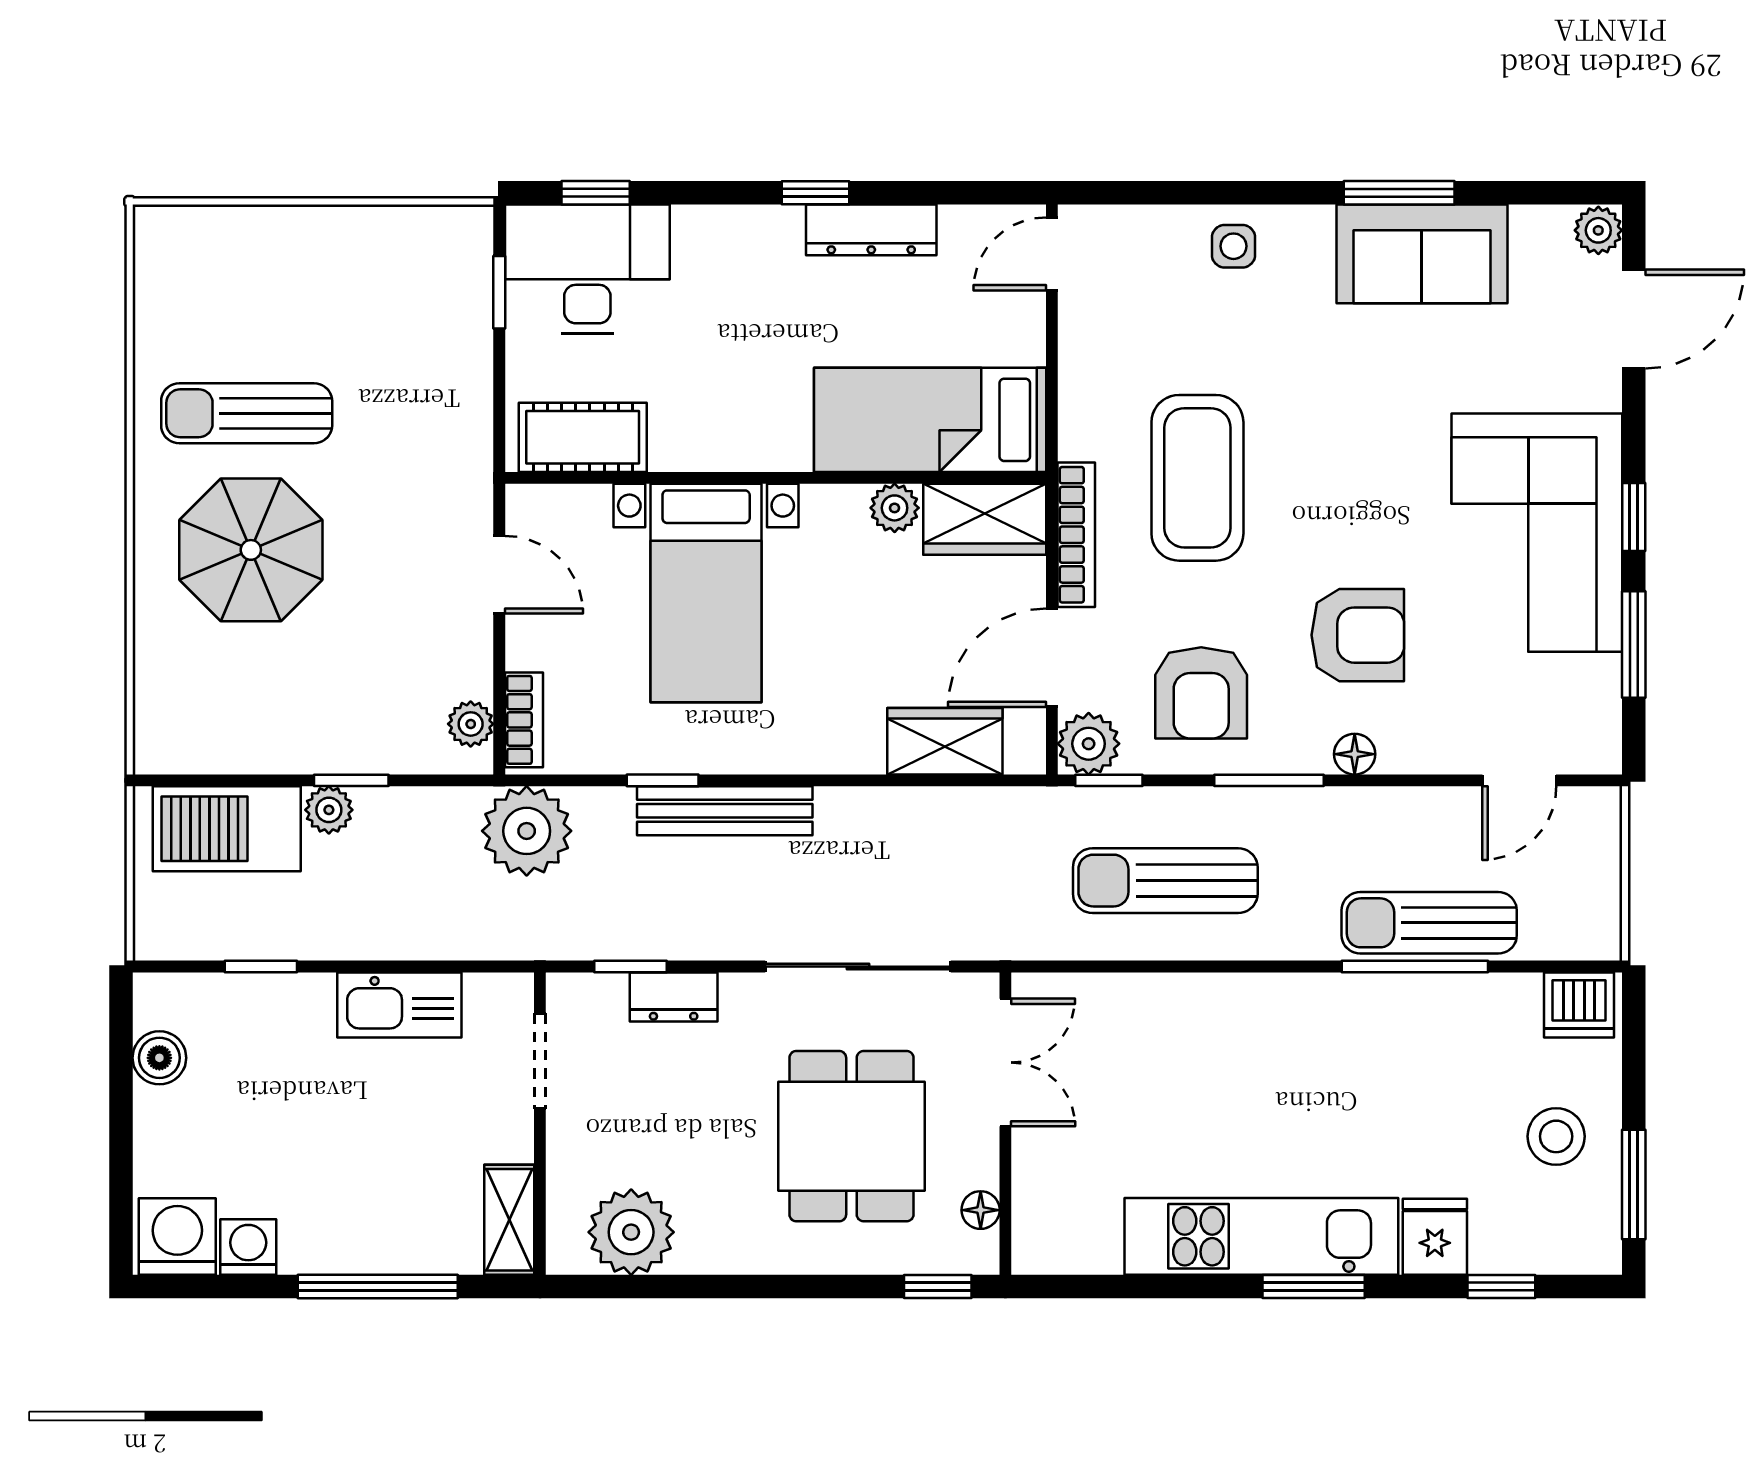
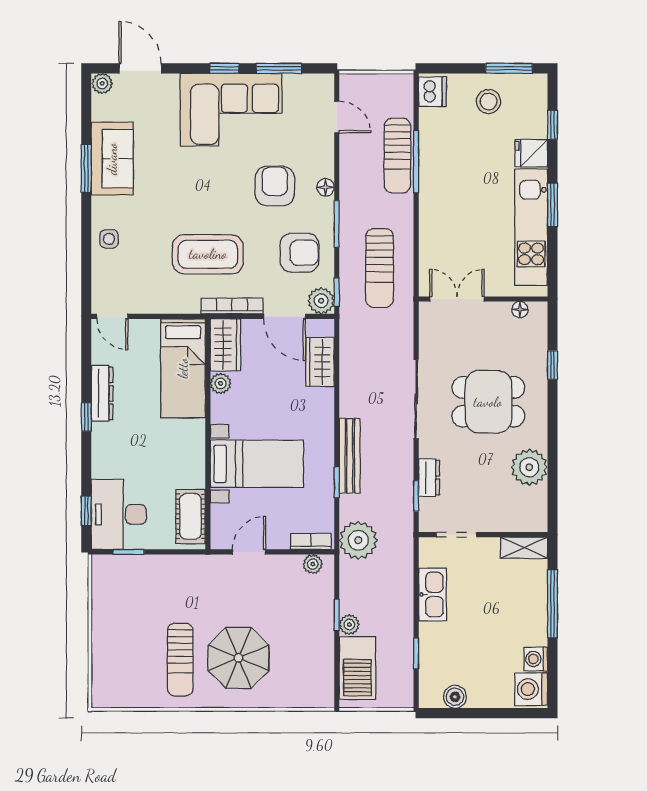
double door: (1005, 1062) -> (457, 299), moved
wall: (1005, 1124) -> (483, 299), moved
floor lamp: (981, 1210) -> (520, 310), moved
plant: (631, 1232) -> (529, 467), moved

